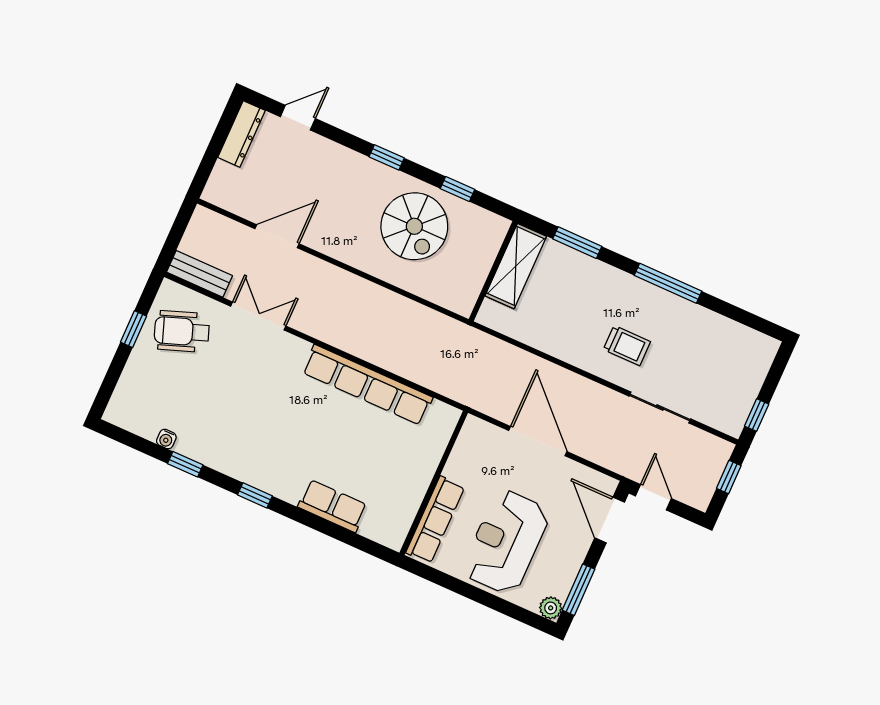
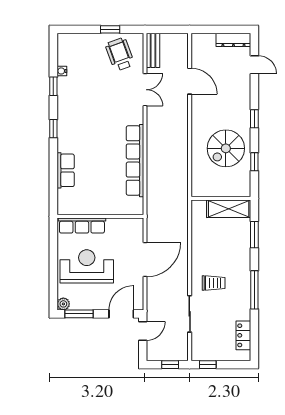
locker: (735, 335) -> (243, 335), added
trolley: (627, 346) -> (214, 283), turned -90

